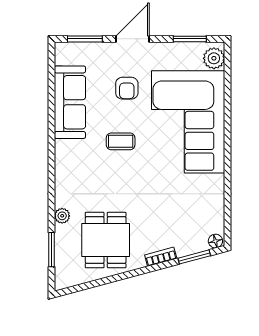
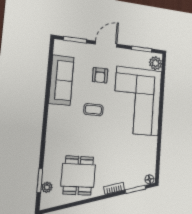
plant: (62, 216) -> (47, 187), moved

